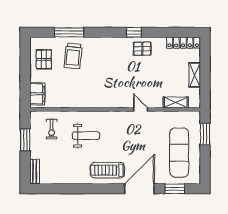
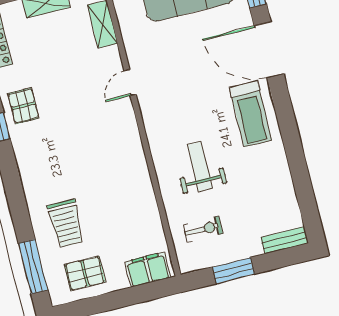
window: (69, 32) -> (33, 267), moved
trolley: (73, 56) -> (66, 224), turned 84

